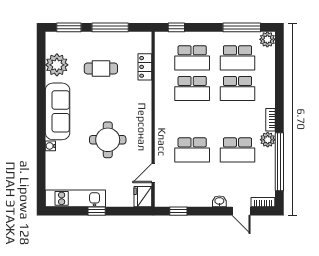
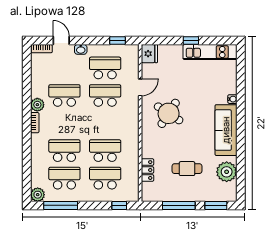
round table: (108, 140) -> (169, 113), moved, turned 33
window: (279, 162) -> (27, 85), removed
door: (153, 173) -> (140, 87), moved
school desk: (192, 181) -> (105, 68), added

